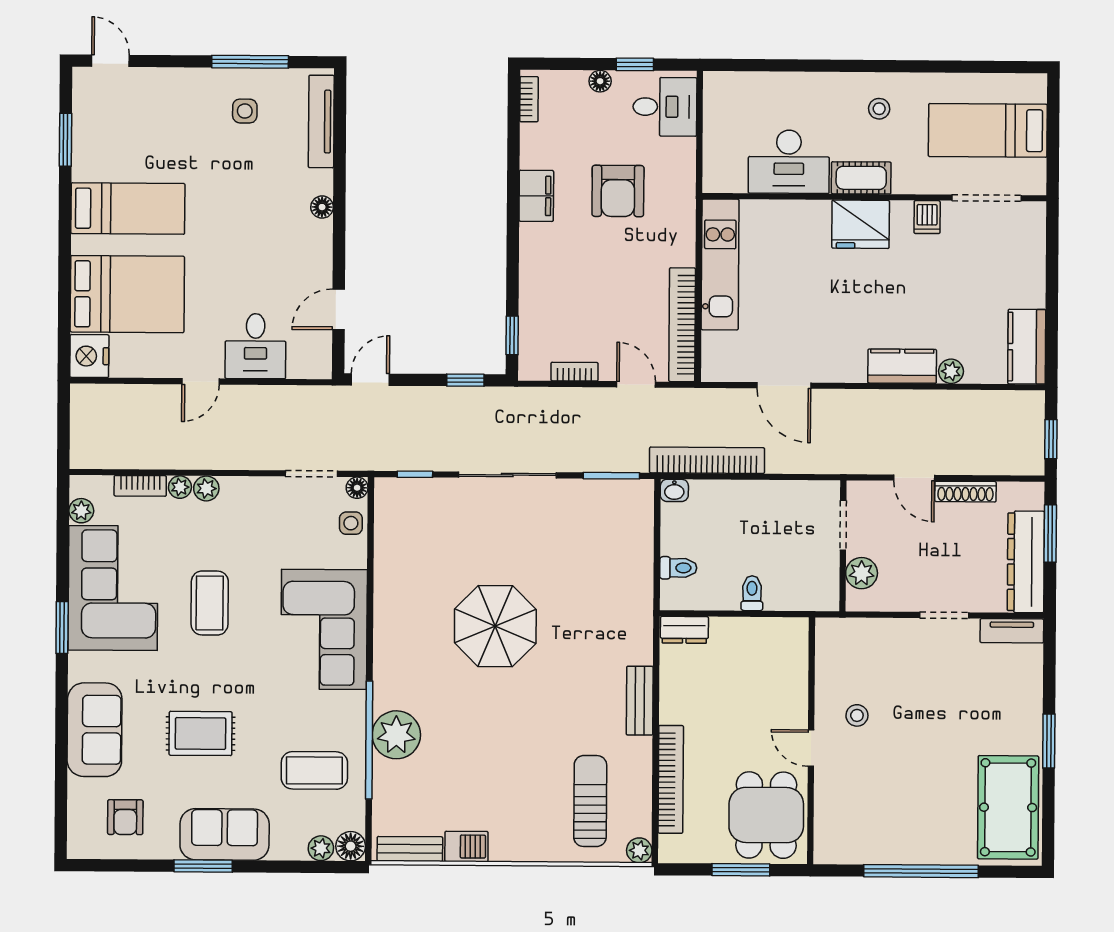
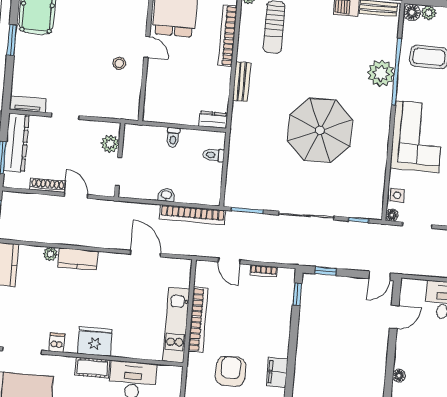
bookcase: (682, 325) -> (198, 320), moved
washbasin: (674, 490) -> (166, 195), moved
parasol: (495, 626) -> (320, 130), width x1.36, depth x1.36

